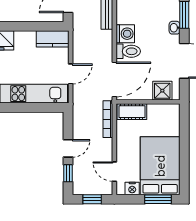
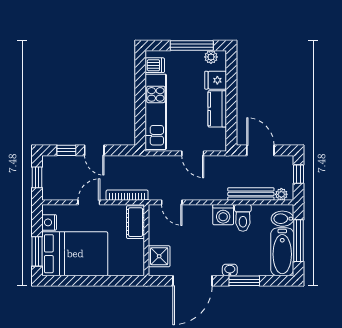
kitchen counter: (53, 39) -> (217, 109), moved
toilet: (128, 51) -> (243, 218), moved
door: (71, 74) -> (193, 153), moved
door: (114, 79) -> (172, 202), width x0.53
door: (114, 172) -> (89, 202), moved

